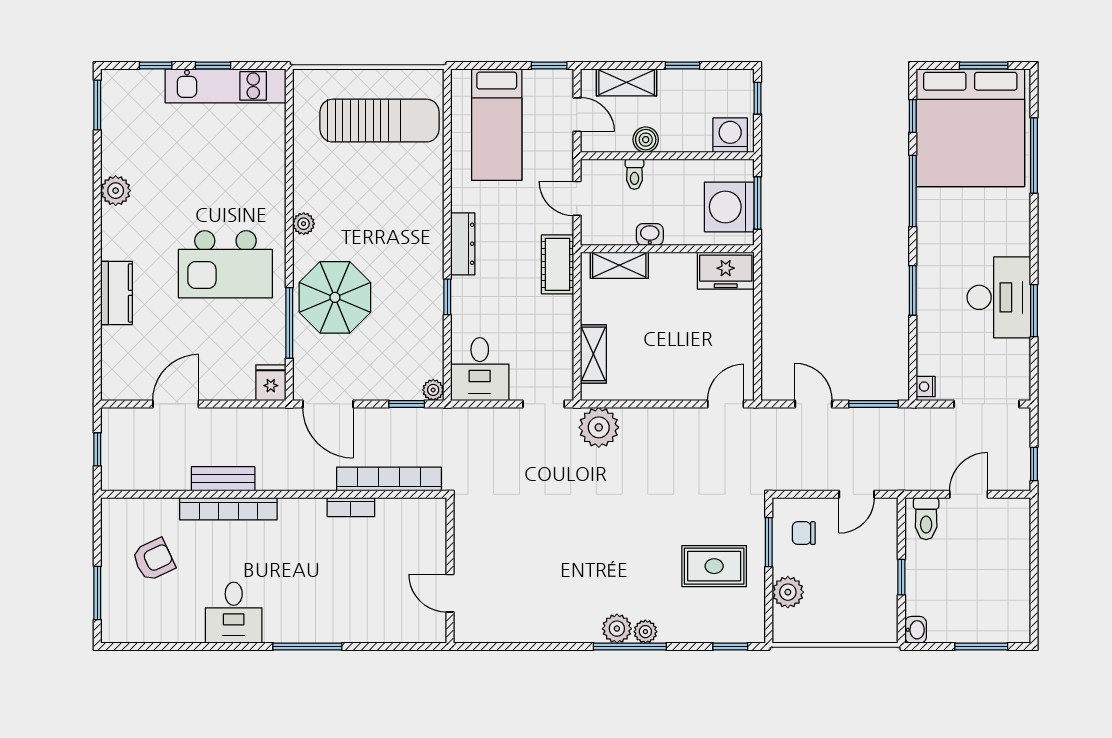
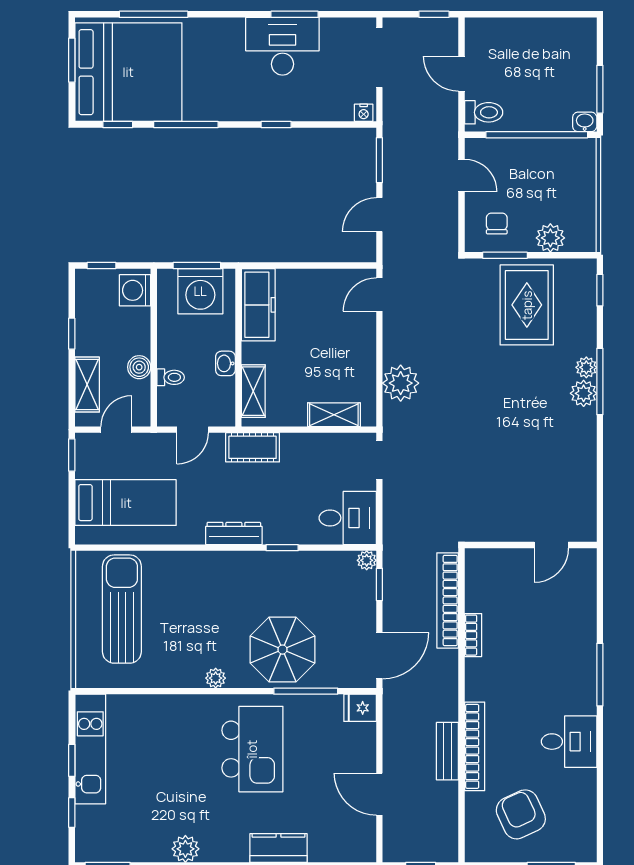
freezer: (726, 271) -> (258, 305), width x1.40
window: (913, 290) -> (276, 125), width x0.67
door: (726, 404) -> (379, 294), hinge flipped
plant: (599, 427) -> (401, 383), moved
chair: (804, 533) -> (497, 224), turned 180
armchair: (154, 560) -> (521, 814), width x1.38, depth x1.38
rug: (714, 566) -> (527, 305), width x1.36, depth x1.43
window: (901, 577) -> (537, 135), width x3.17
window: (981, 647) -> (600, 89), moved

